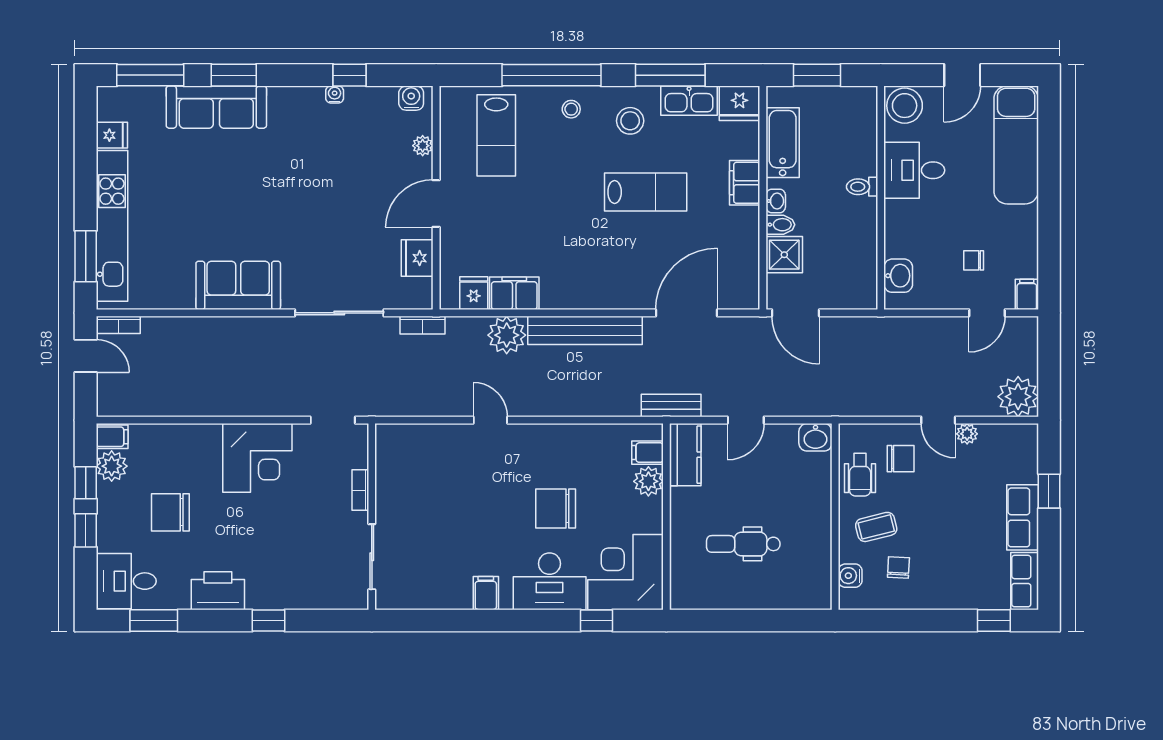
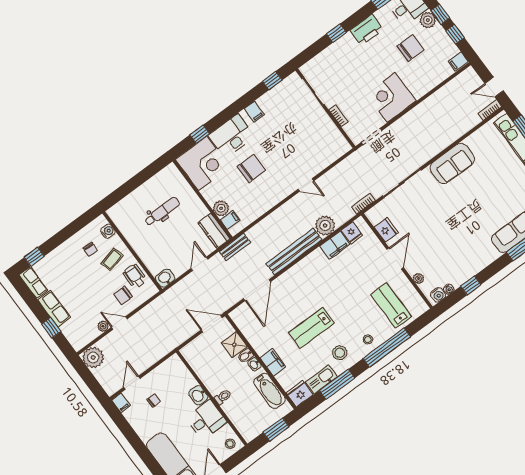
water cooler: (335, 94) -> (449, 289), moved
stool: (905, 106) -> (230, 444), width x0.53, depth x0.53
washbasin: (898, 276) -> (198, 395), moved
plant: (112, 466) -> (428, 20), moved
window: (422, 620) -> (272, 81), added

